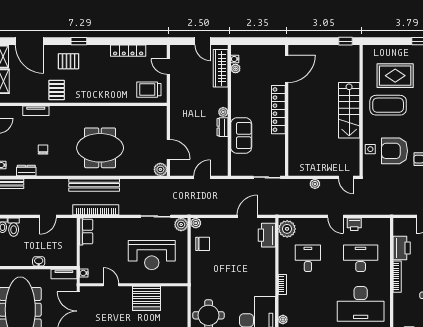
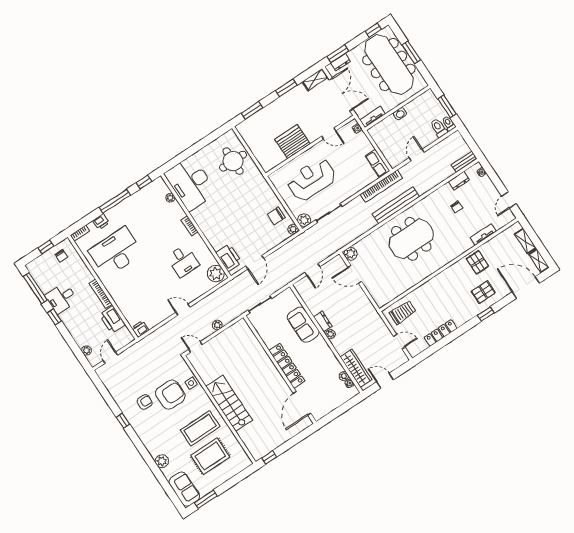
printer: (354, 224) -> (140, 329), moved
desk: (361, 258) -> (140, 289), removed

